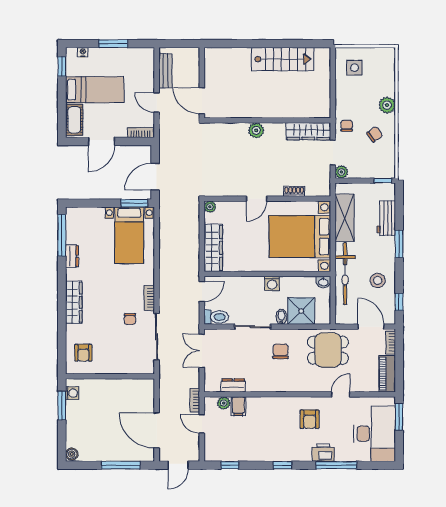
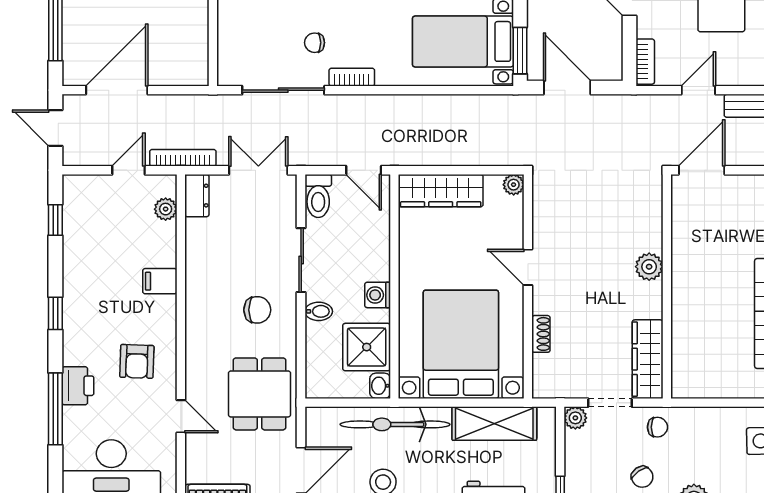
shower: (301, 311) -> (367, 347), moved
dresser: (233, 385) -> (197, 196), moved
bookcase: (195, 400) -> (183, 158), width x1.56
filing cabinet: (238, 406) -> (160, 281), moved
armchair: (310, 419) -> (137, 361), turned -88

